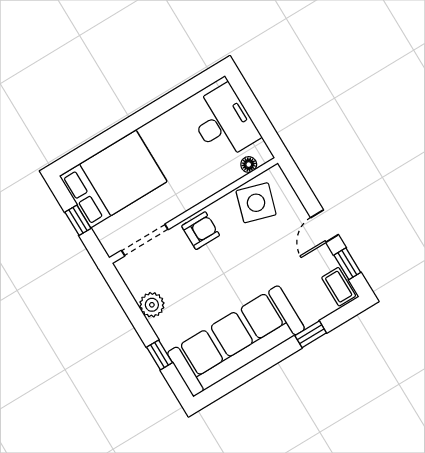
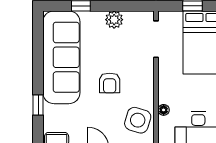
floor lamp: (249, 165) -> (164, 110), moved
armchair: (201, 231) -> (110, 83), moved

